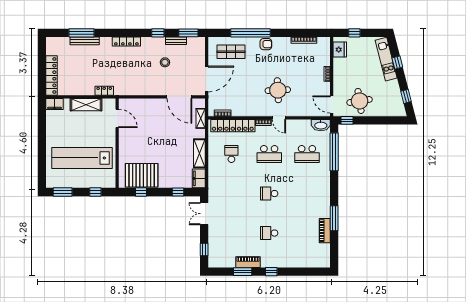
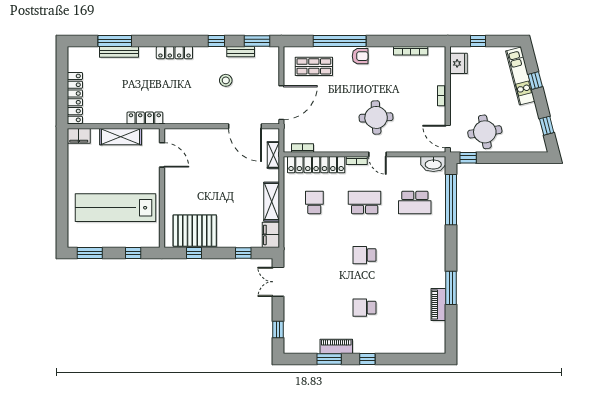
locker: (104, 91) -> (145, 118), width x1.53
school desk: (269, 154) -> (365, 202), turned 180

